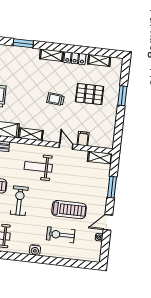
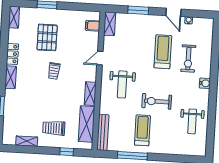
shelving: (99, 60) -> (14, 17), moved
filing cabinet: (83, 139) -> (93, 26), moved

